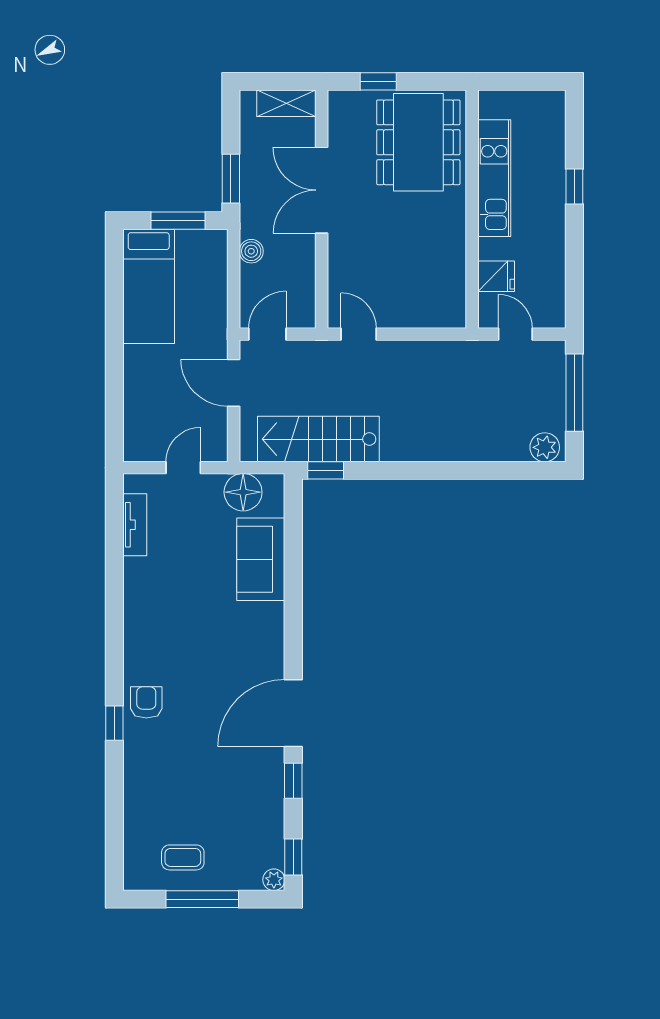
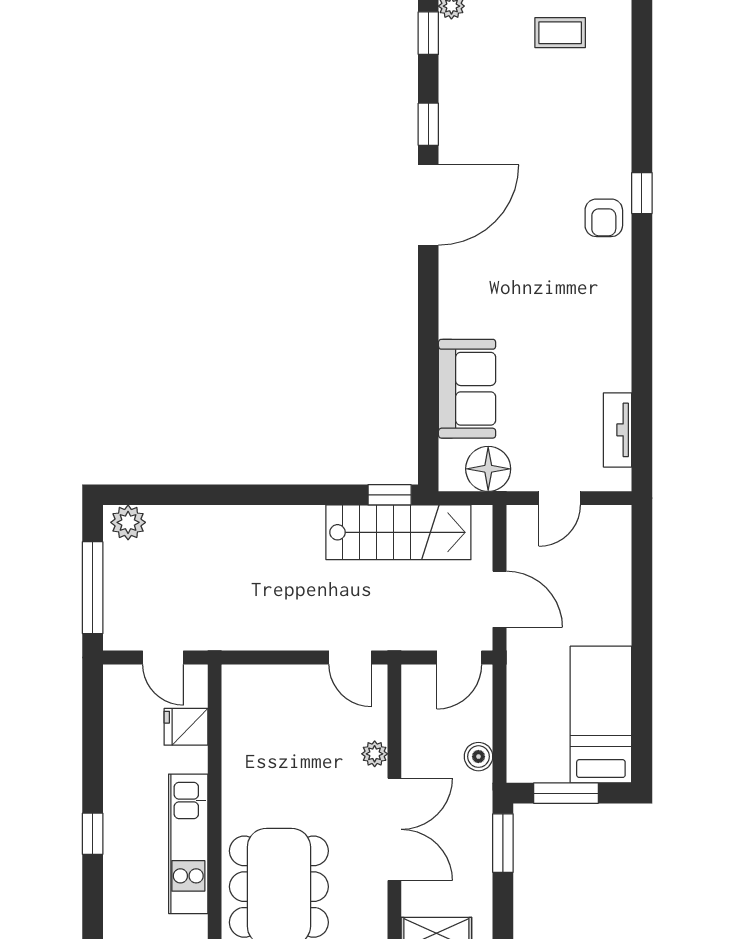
plant: (338, 254) -> (375, 754), added

